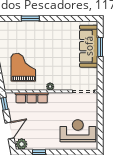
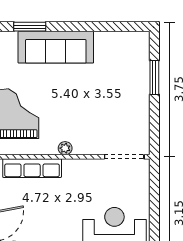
sofa: (89, 46) -> (56, 47), moved, turned -90

